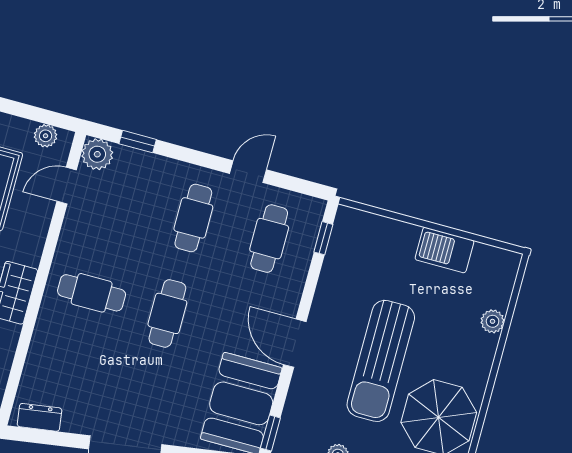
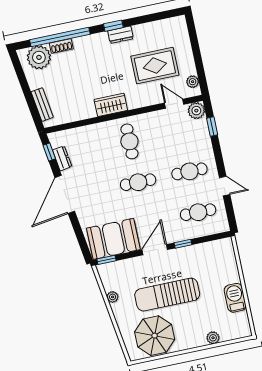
window: (323, 238) -> (183, 244), moved
dresser: (39, 417) -> (62, 158), moved
window: (40, 437) -> (49, 152), added

